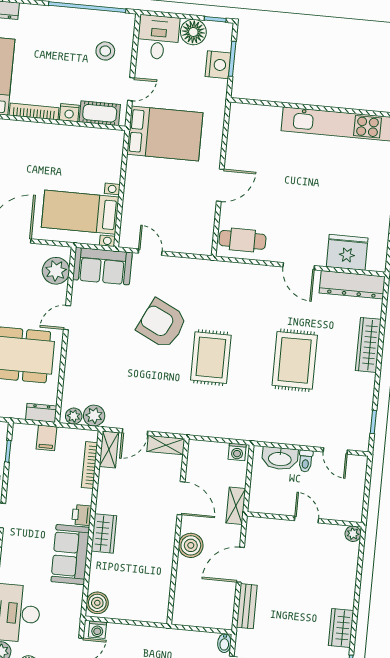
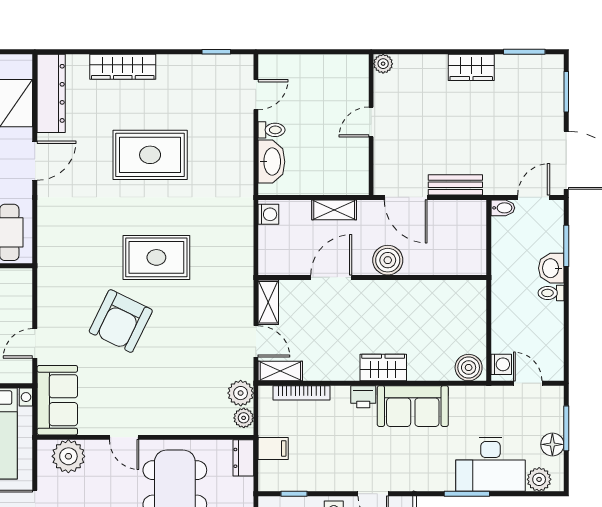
wall: (304, 519) -> (371, 125), moved
door: (307, 520) -> (371, 122), moved
plant: (353, 534) -> (383, 64), moved

